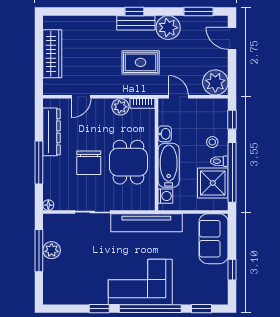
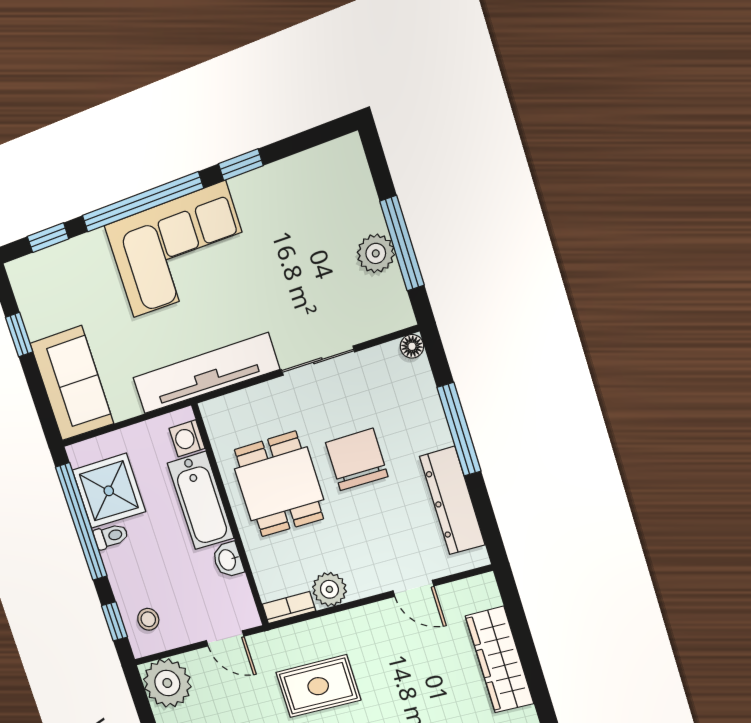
door: (81, 97) -> (413, 588), swing flipped
stool: (212, 142) -> (148, 619), moved

